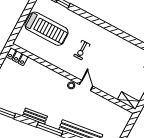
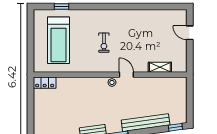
treadmill: (46, 29) -> (59, 40), turned 90
shelving: (129, 101) -> (160, 67), moved

